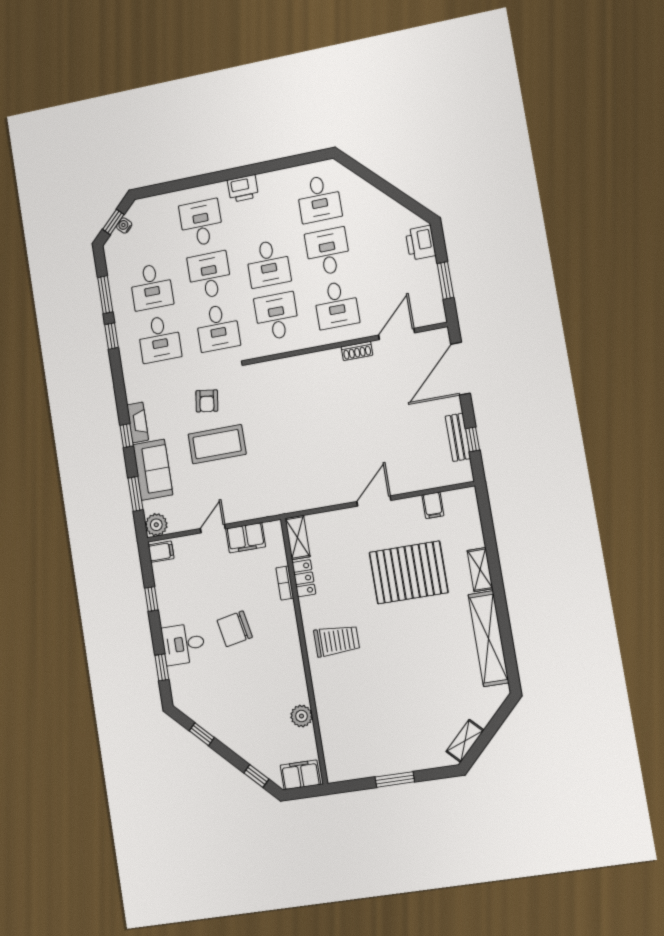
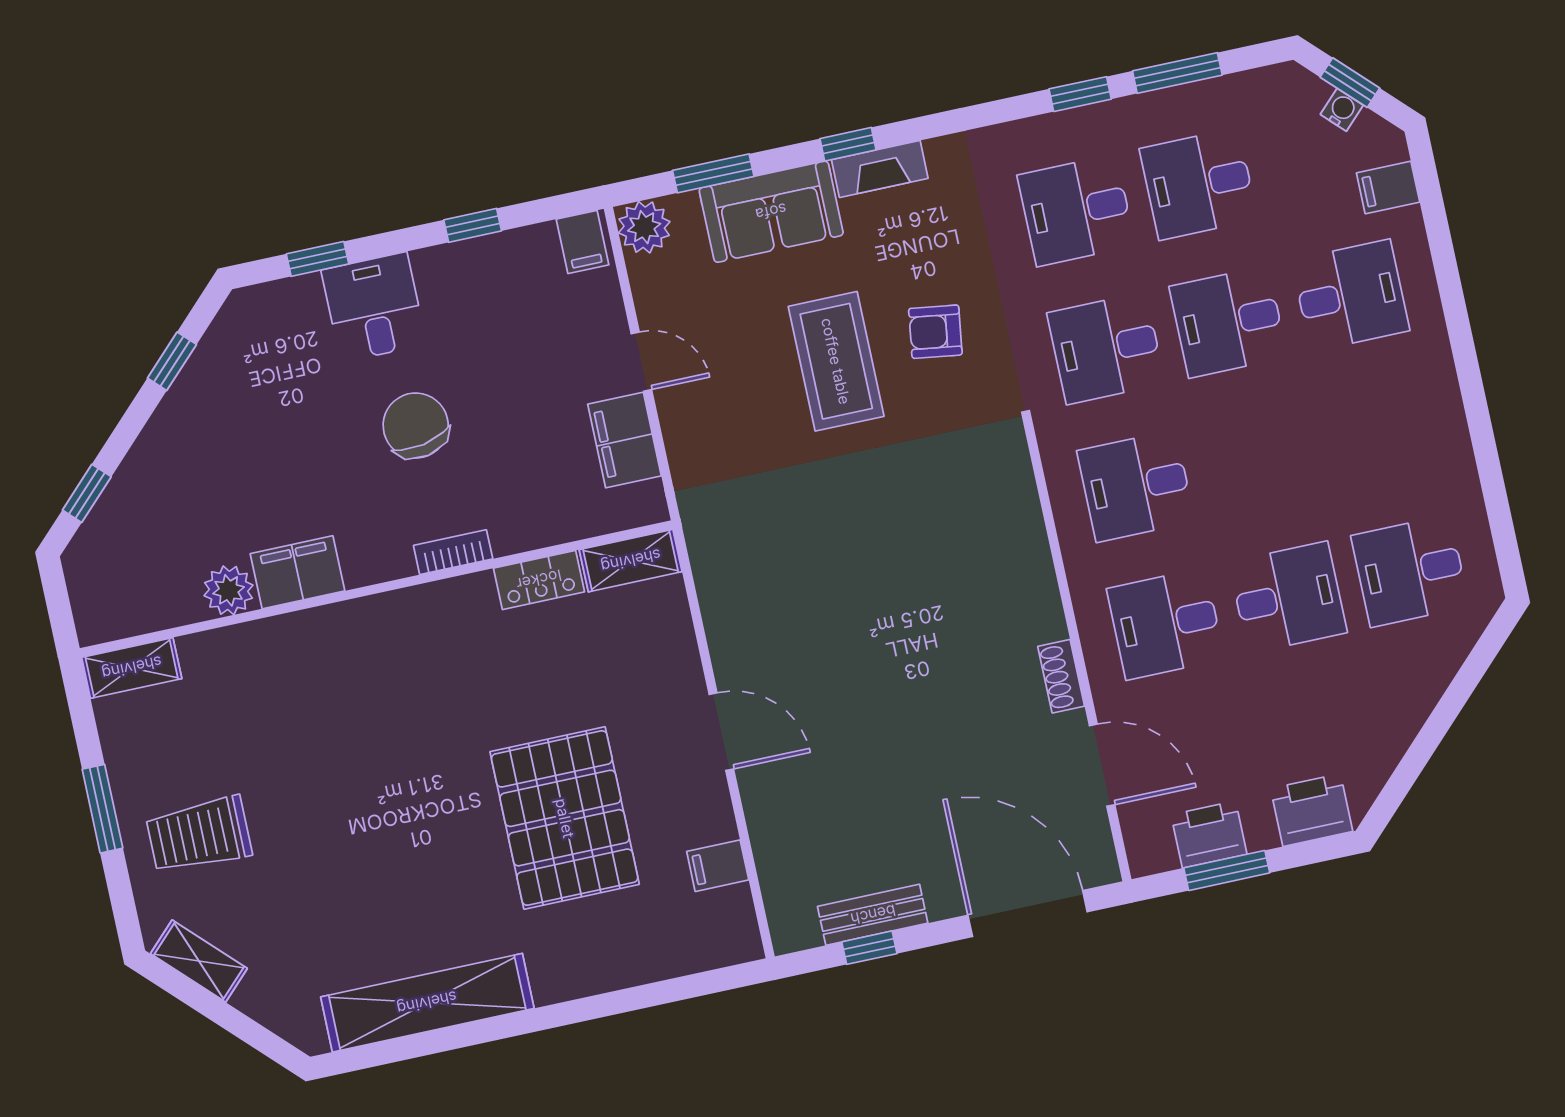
printer: (243, 188) -> (1209, 834), moved, turned 90
filing cabinet: (157, 206) -> (1388, 187), added
desk: (268, 263) -> (1258, 460), removed
desk: (209, 275) -> (1228, 322), turned 180
desk: (277, 316) -> (1136, 486), turned 180
shelving: (480, 570) -> (132, 668), moved
bookcase: (285, 583) -> (453, 552), moved
trolley: (337, 641) -> (199, 835), moved, turned 90
filing cabinet: (300, 775) -> (297, 572), moved, turned -90

